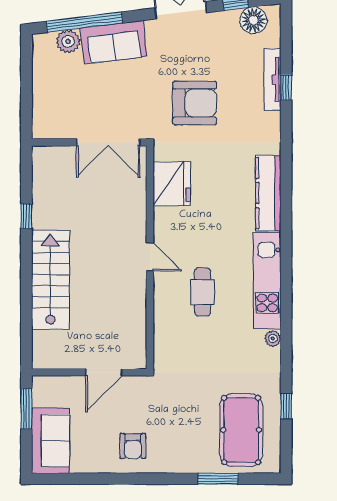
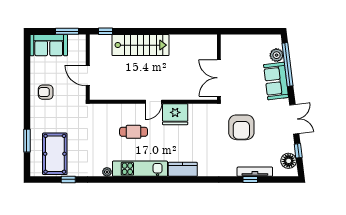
fridge: (172, 184) -> (175, 114), moved
kitchen counter: (268, 193) -> (183, 169), width x0.67
window: (26, 216) -> (105, 31), moved
pool table: (241, 430) -> (55, 154), turned 90

